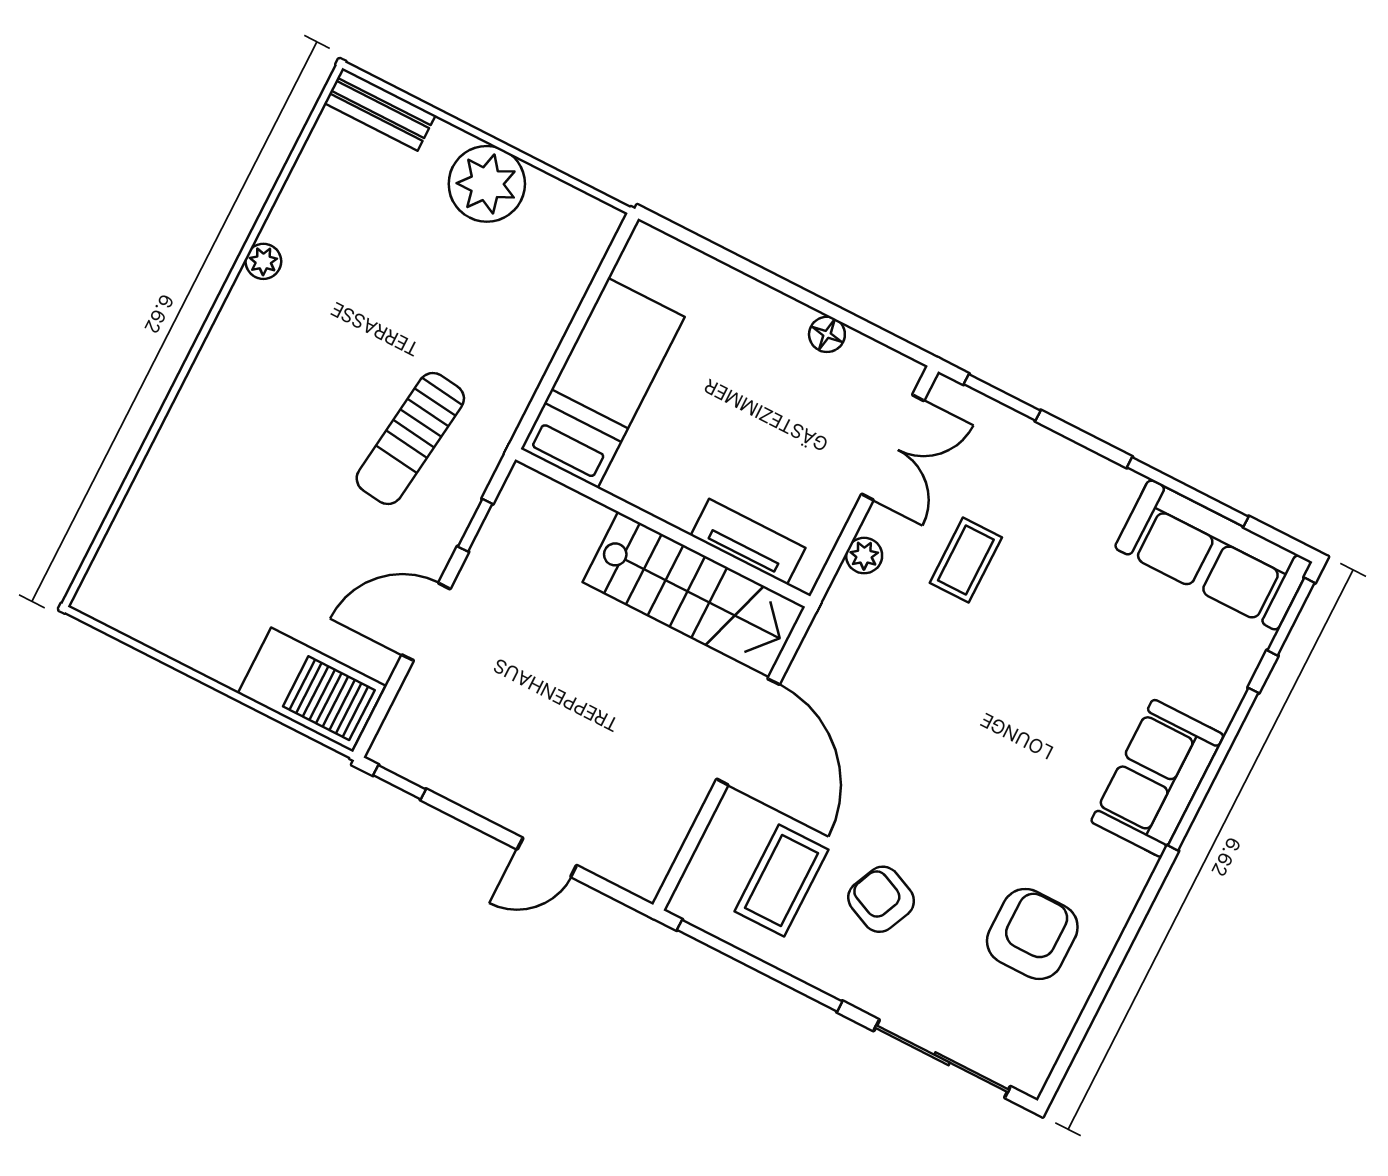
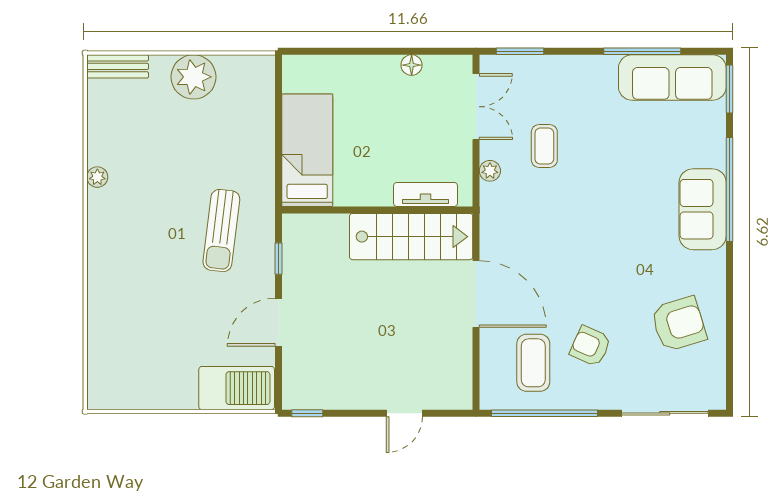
armchair: (1032, 934) -> (679, 324), turned 73

